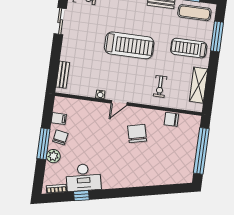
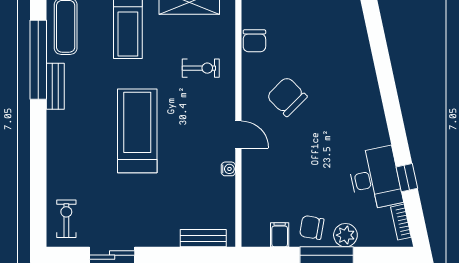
chair: (137, 134) -> (287, 97), turned 59

